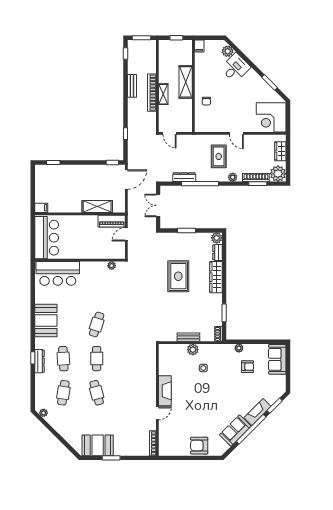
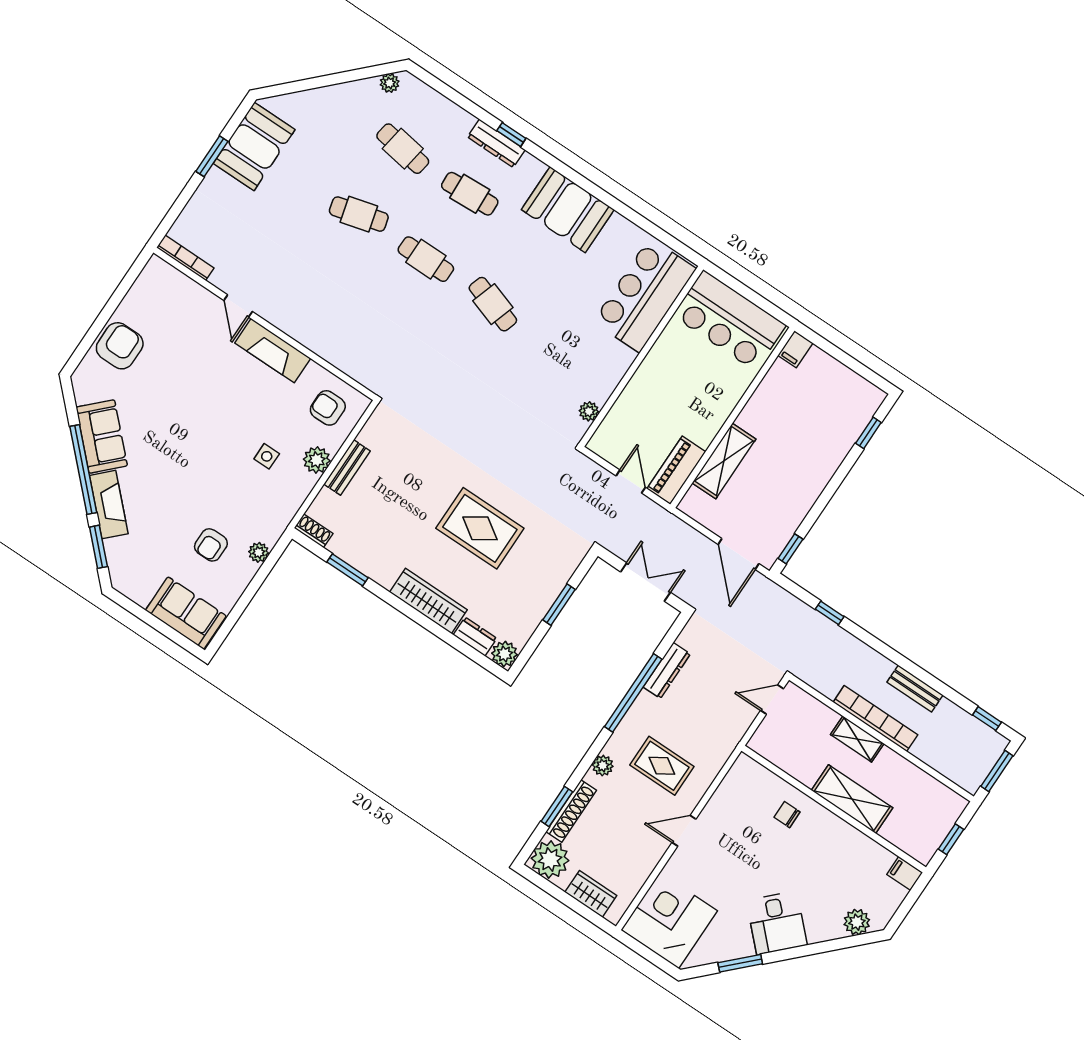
desk: (235, 68) -> (777, 923), moved
armchair: (172, 358) -> (328, 408), added

